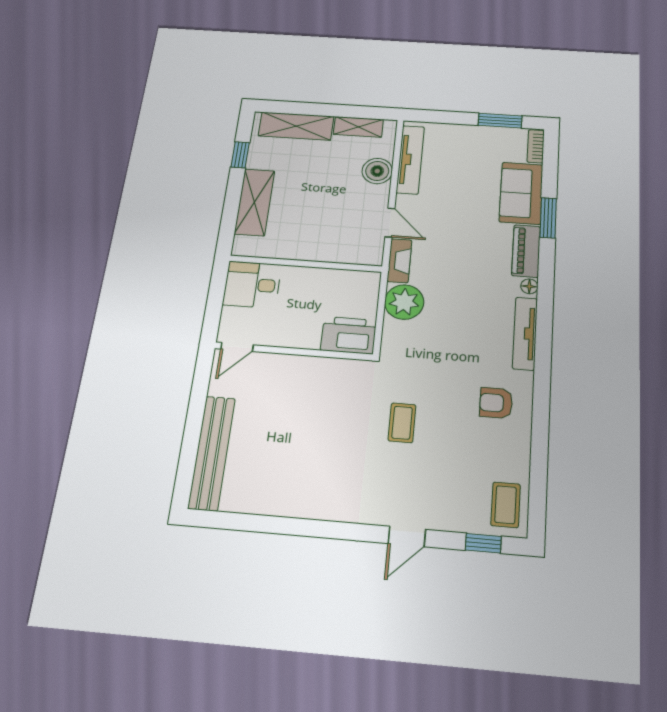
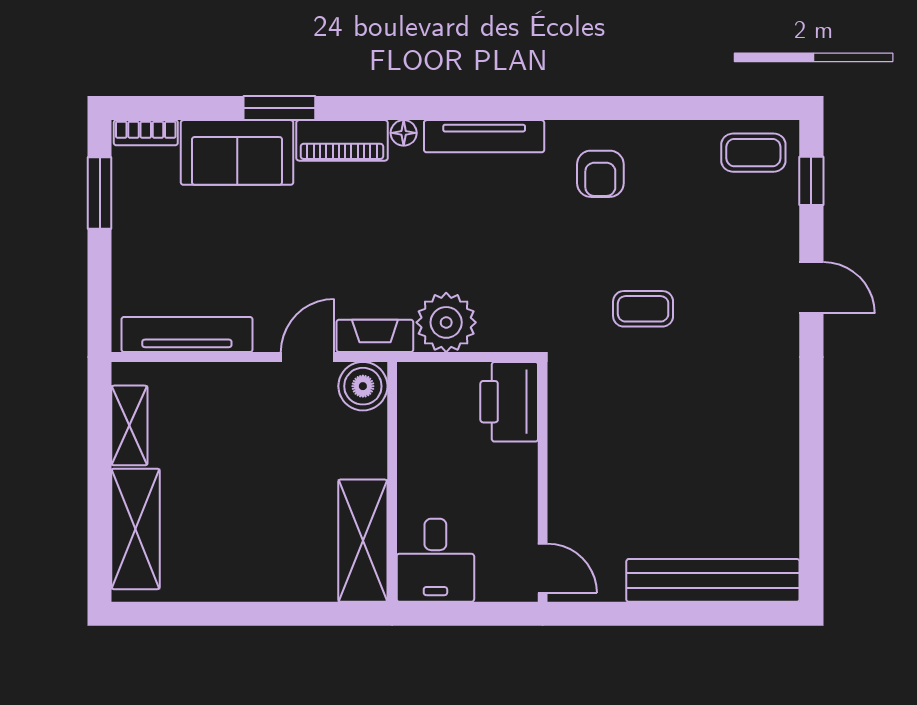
window: (240, 155) -> (199, 614), removed
boiler: (377, 171) -> (363, 386), moved
shelving: (255, 202) -> (363, 541), moved, turned 90

